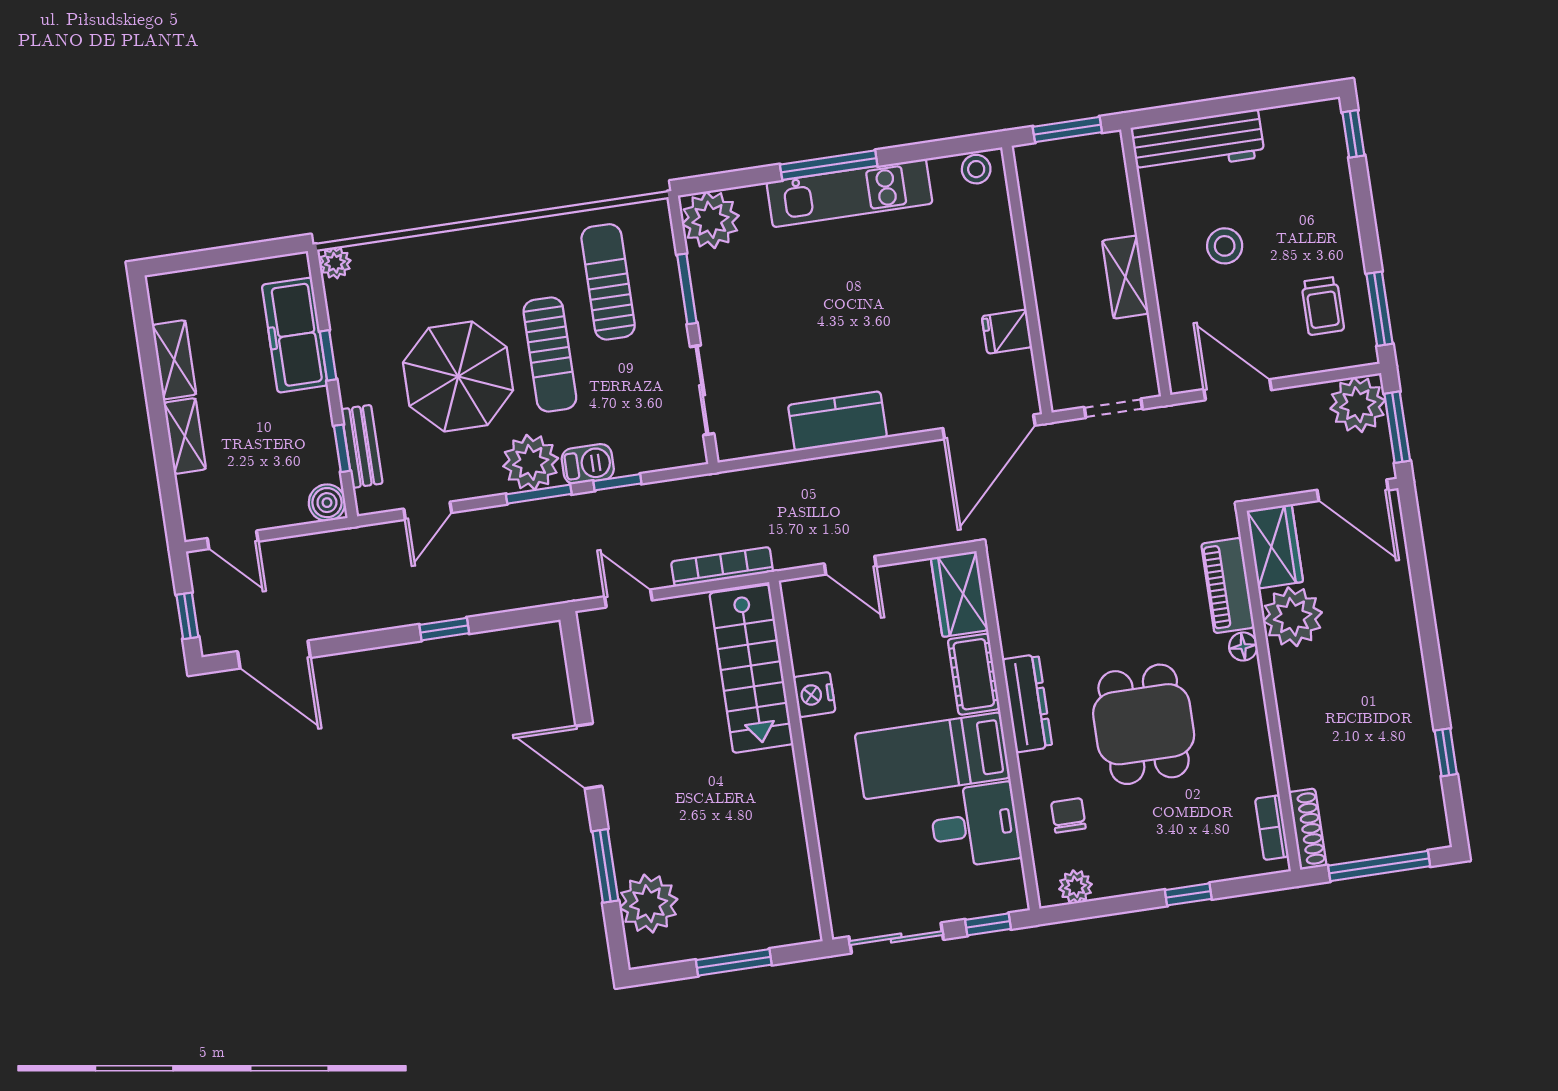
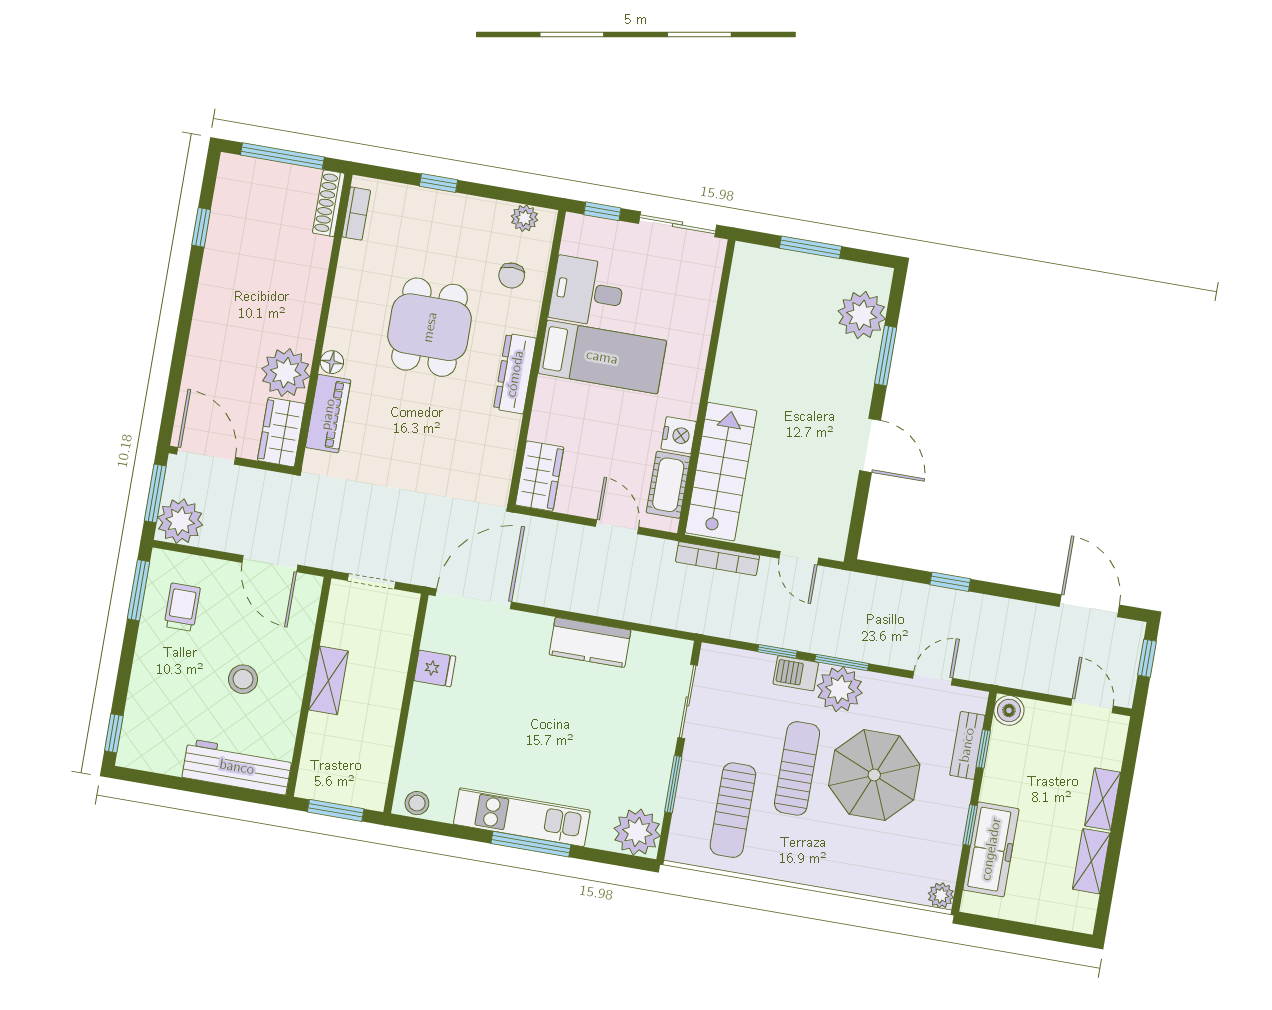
cot: (974, 674) -> (668, 485), moved

